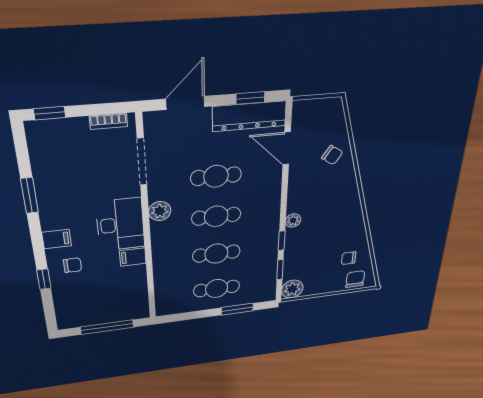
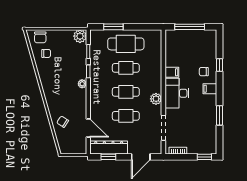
cafe table: (217, 288) -> (126, 44), width x1.37, depth x1.35

